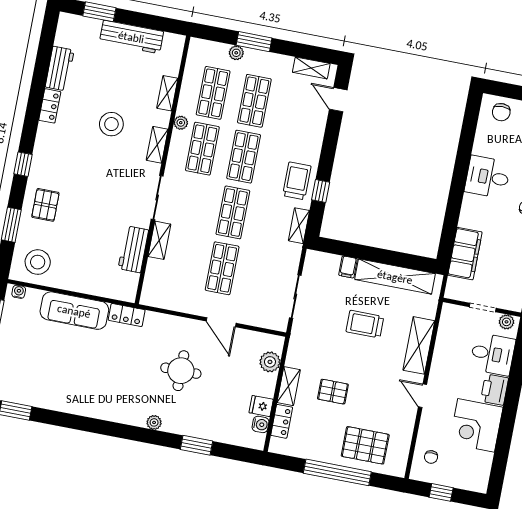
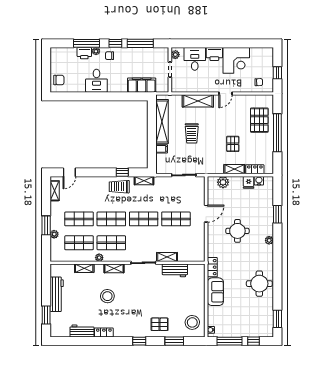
sofa: (74, 311) -> (215, 292), width x0.73
round table: (82, 391) -> (259, 284), added

